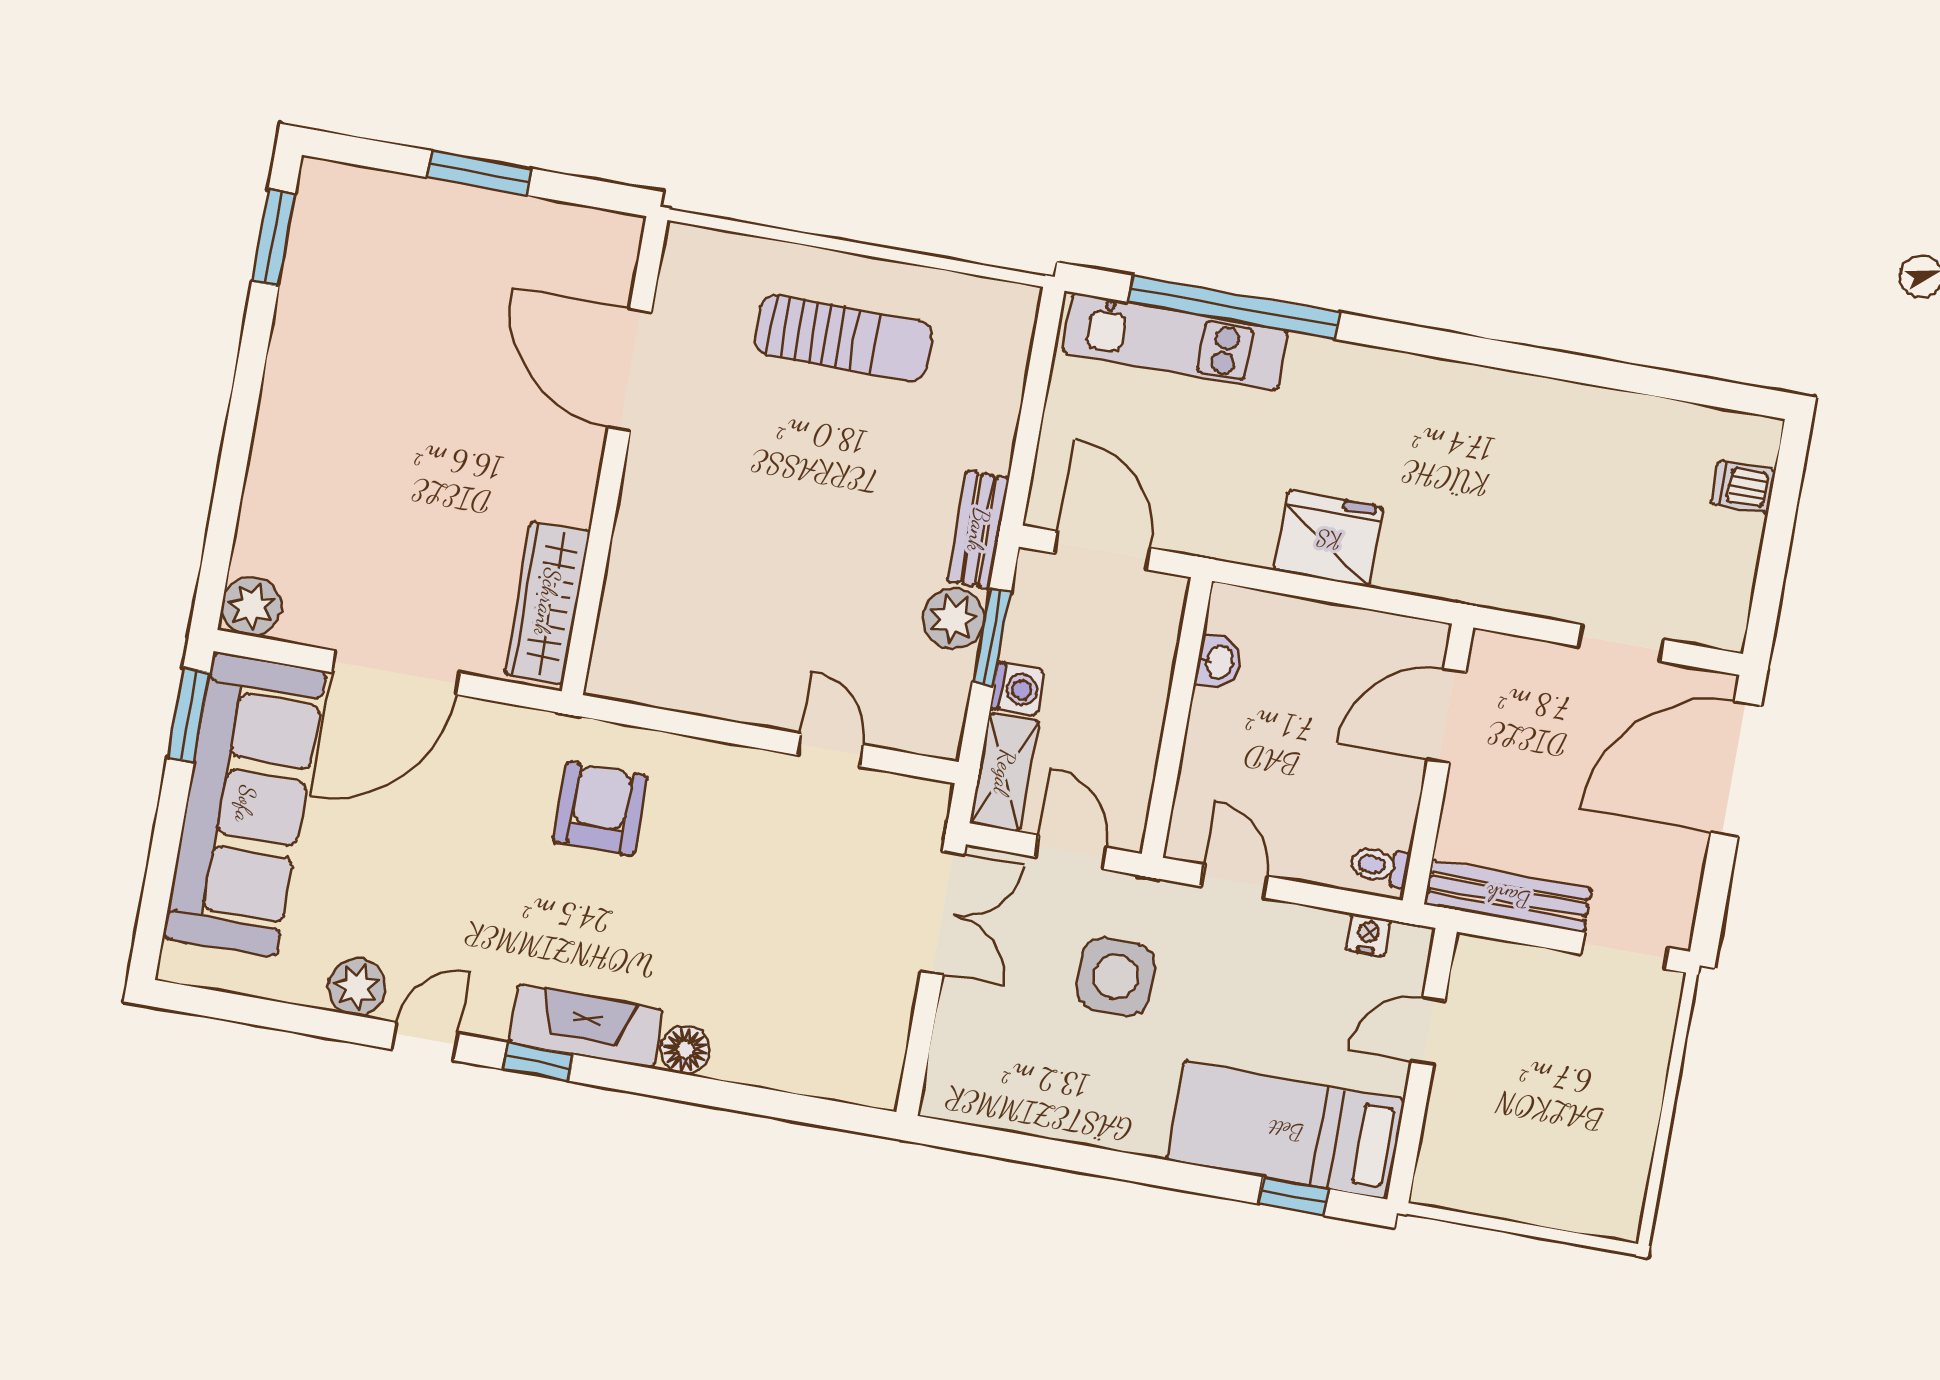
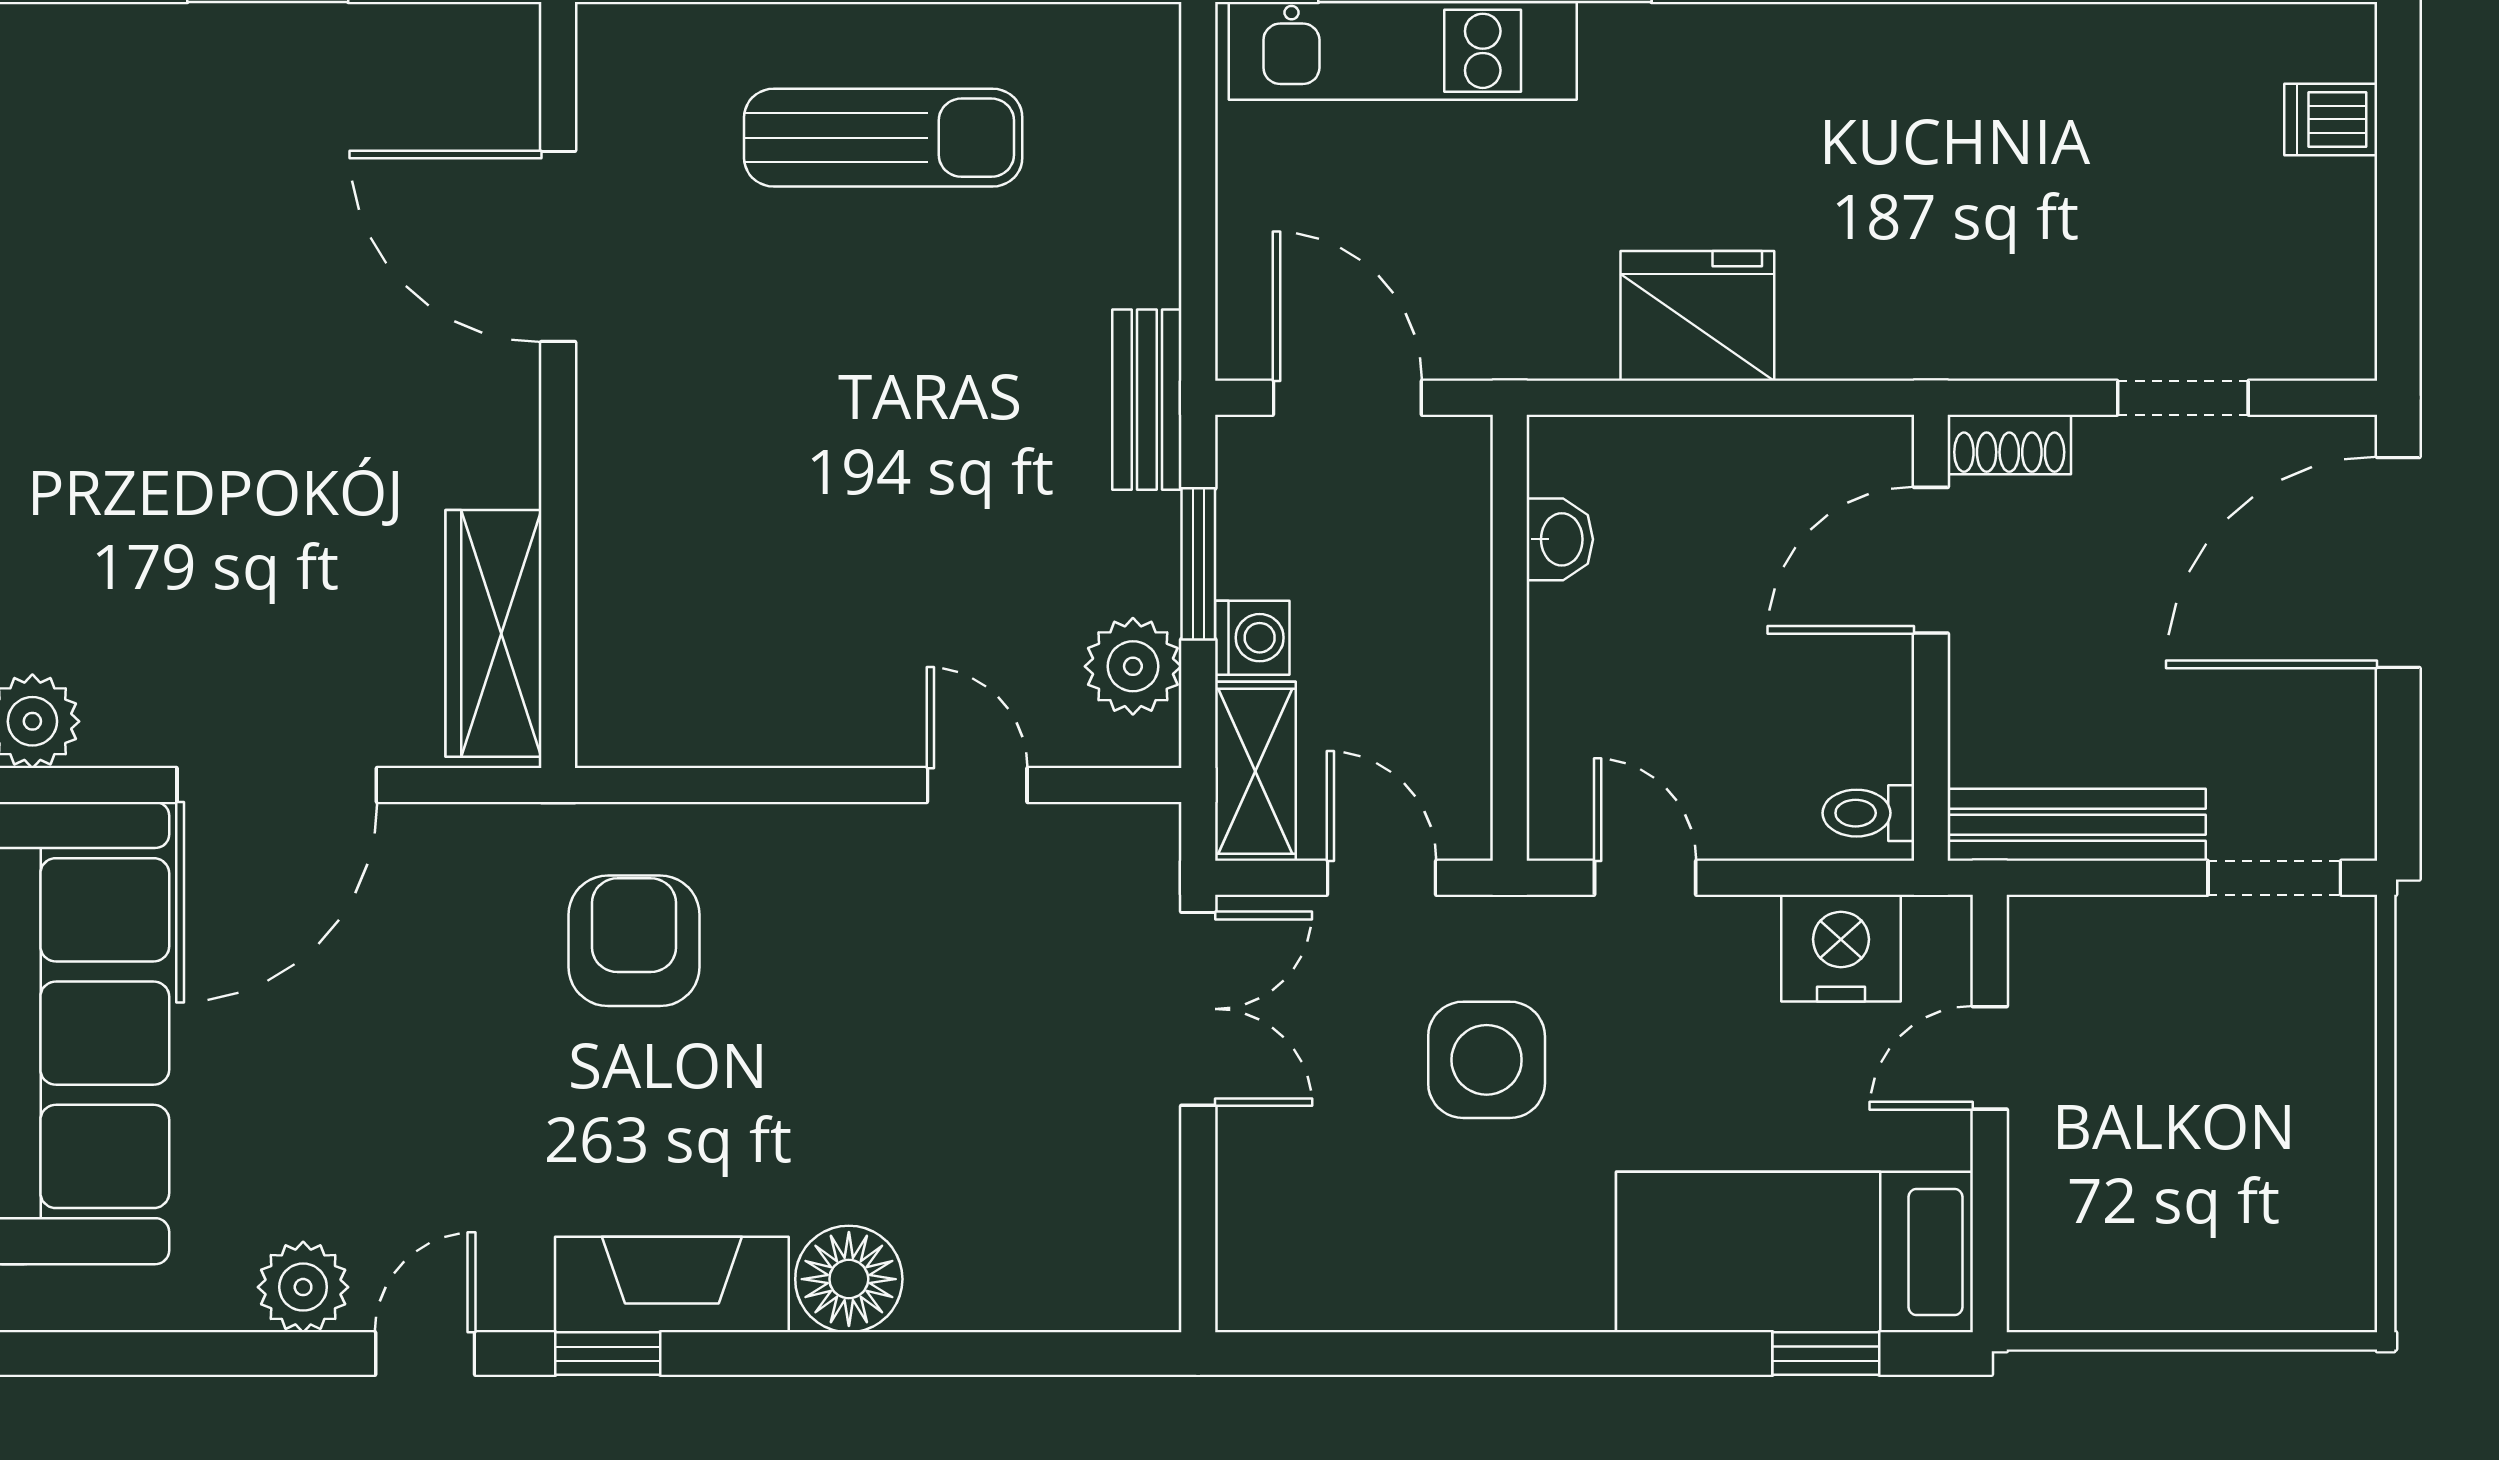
plant: (953, 618) -> (1133, 666), moved
shoe rack: (1508, 653) -> (2009, 444), added
nightstand: (1368, 935) -> (1841, 948), width x1.89, depth x1.79
floor lamp: (685, 1050) -> (849, 1279), width x1.38, depth x1.38

